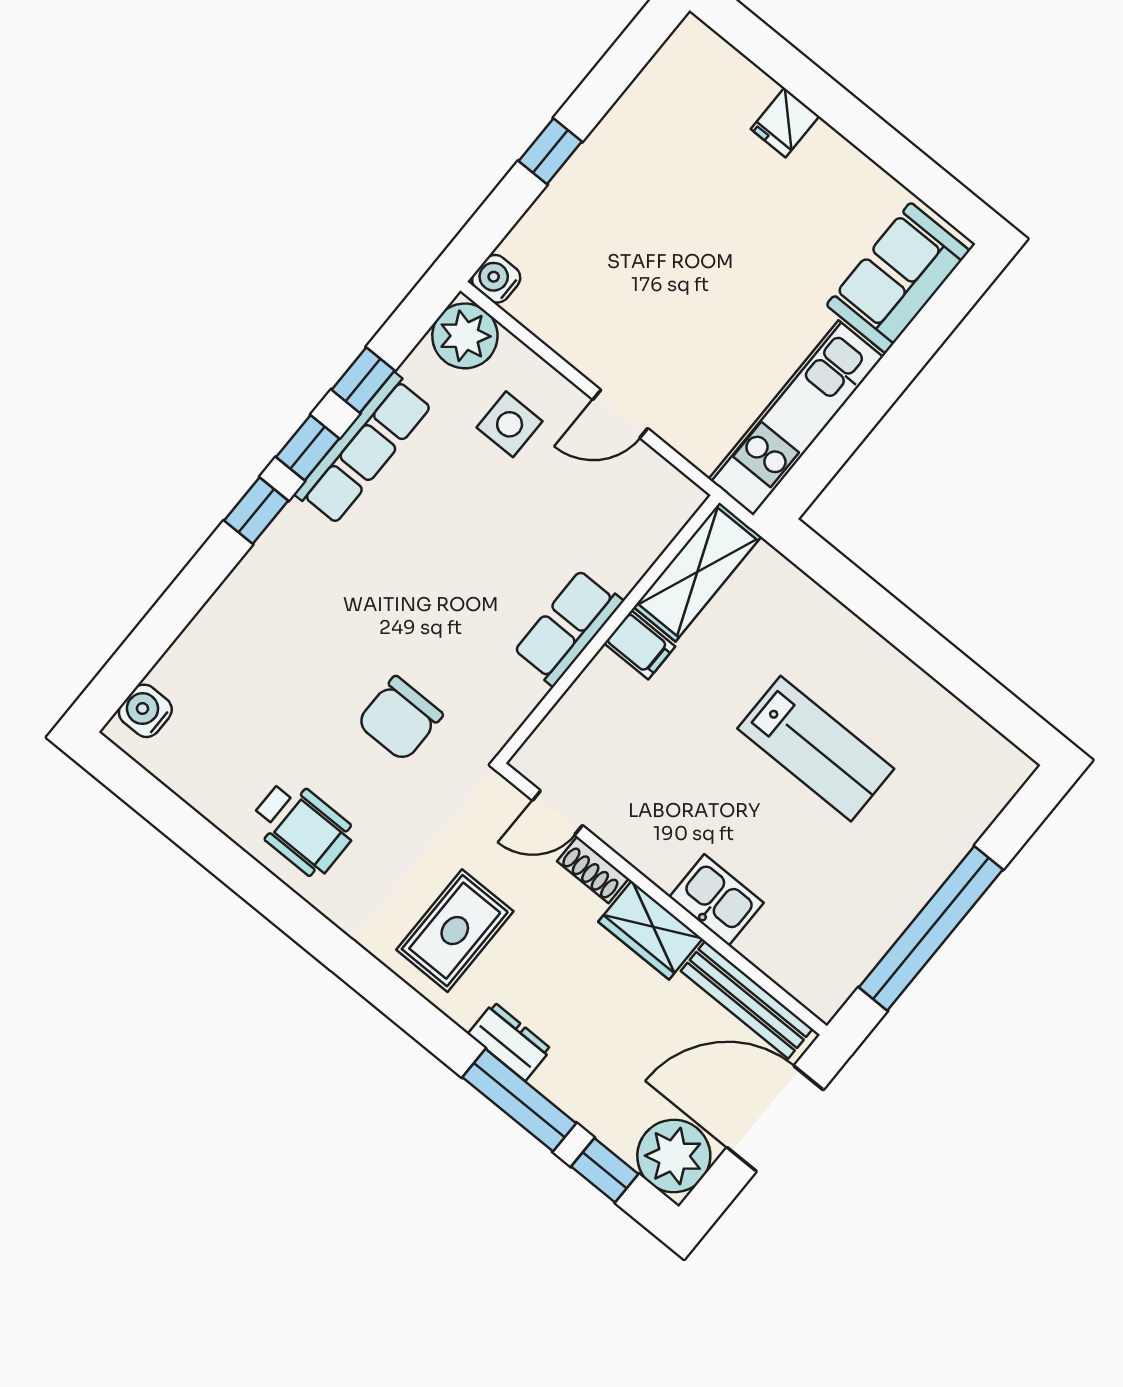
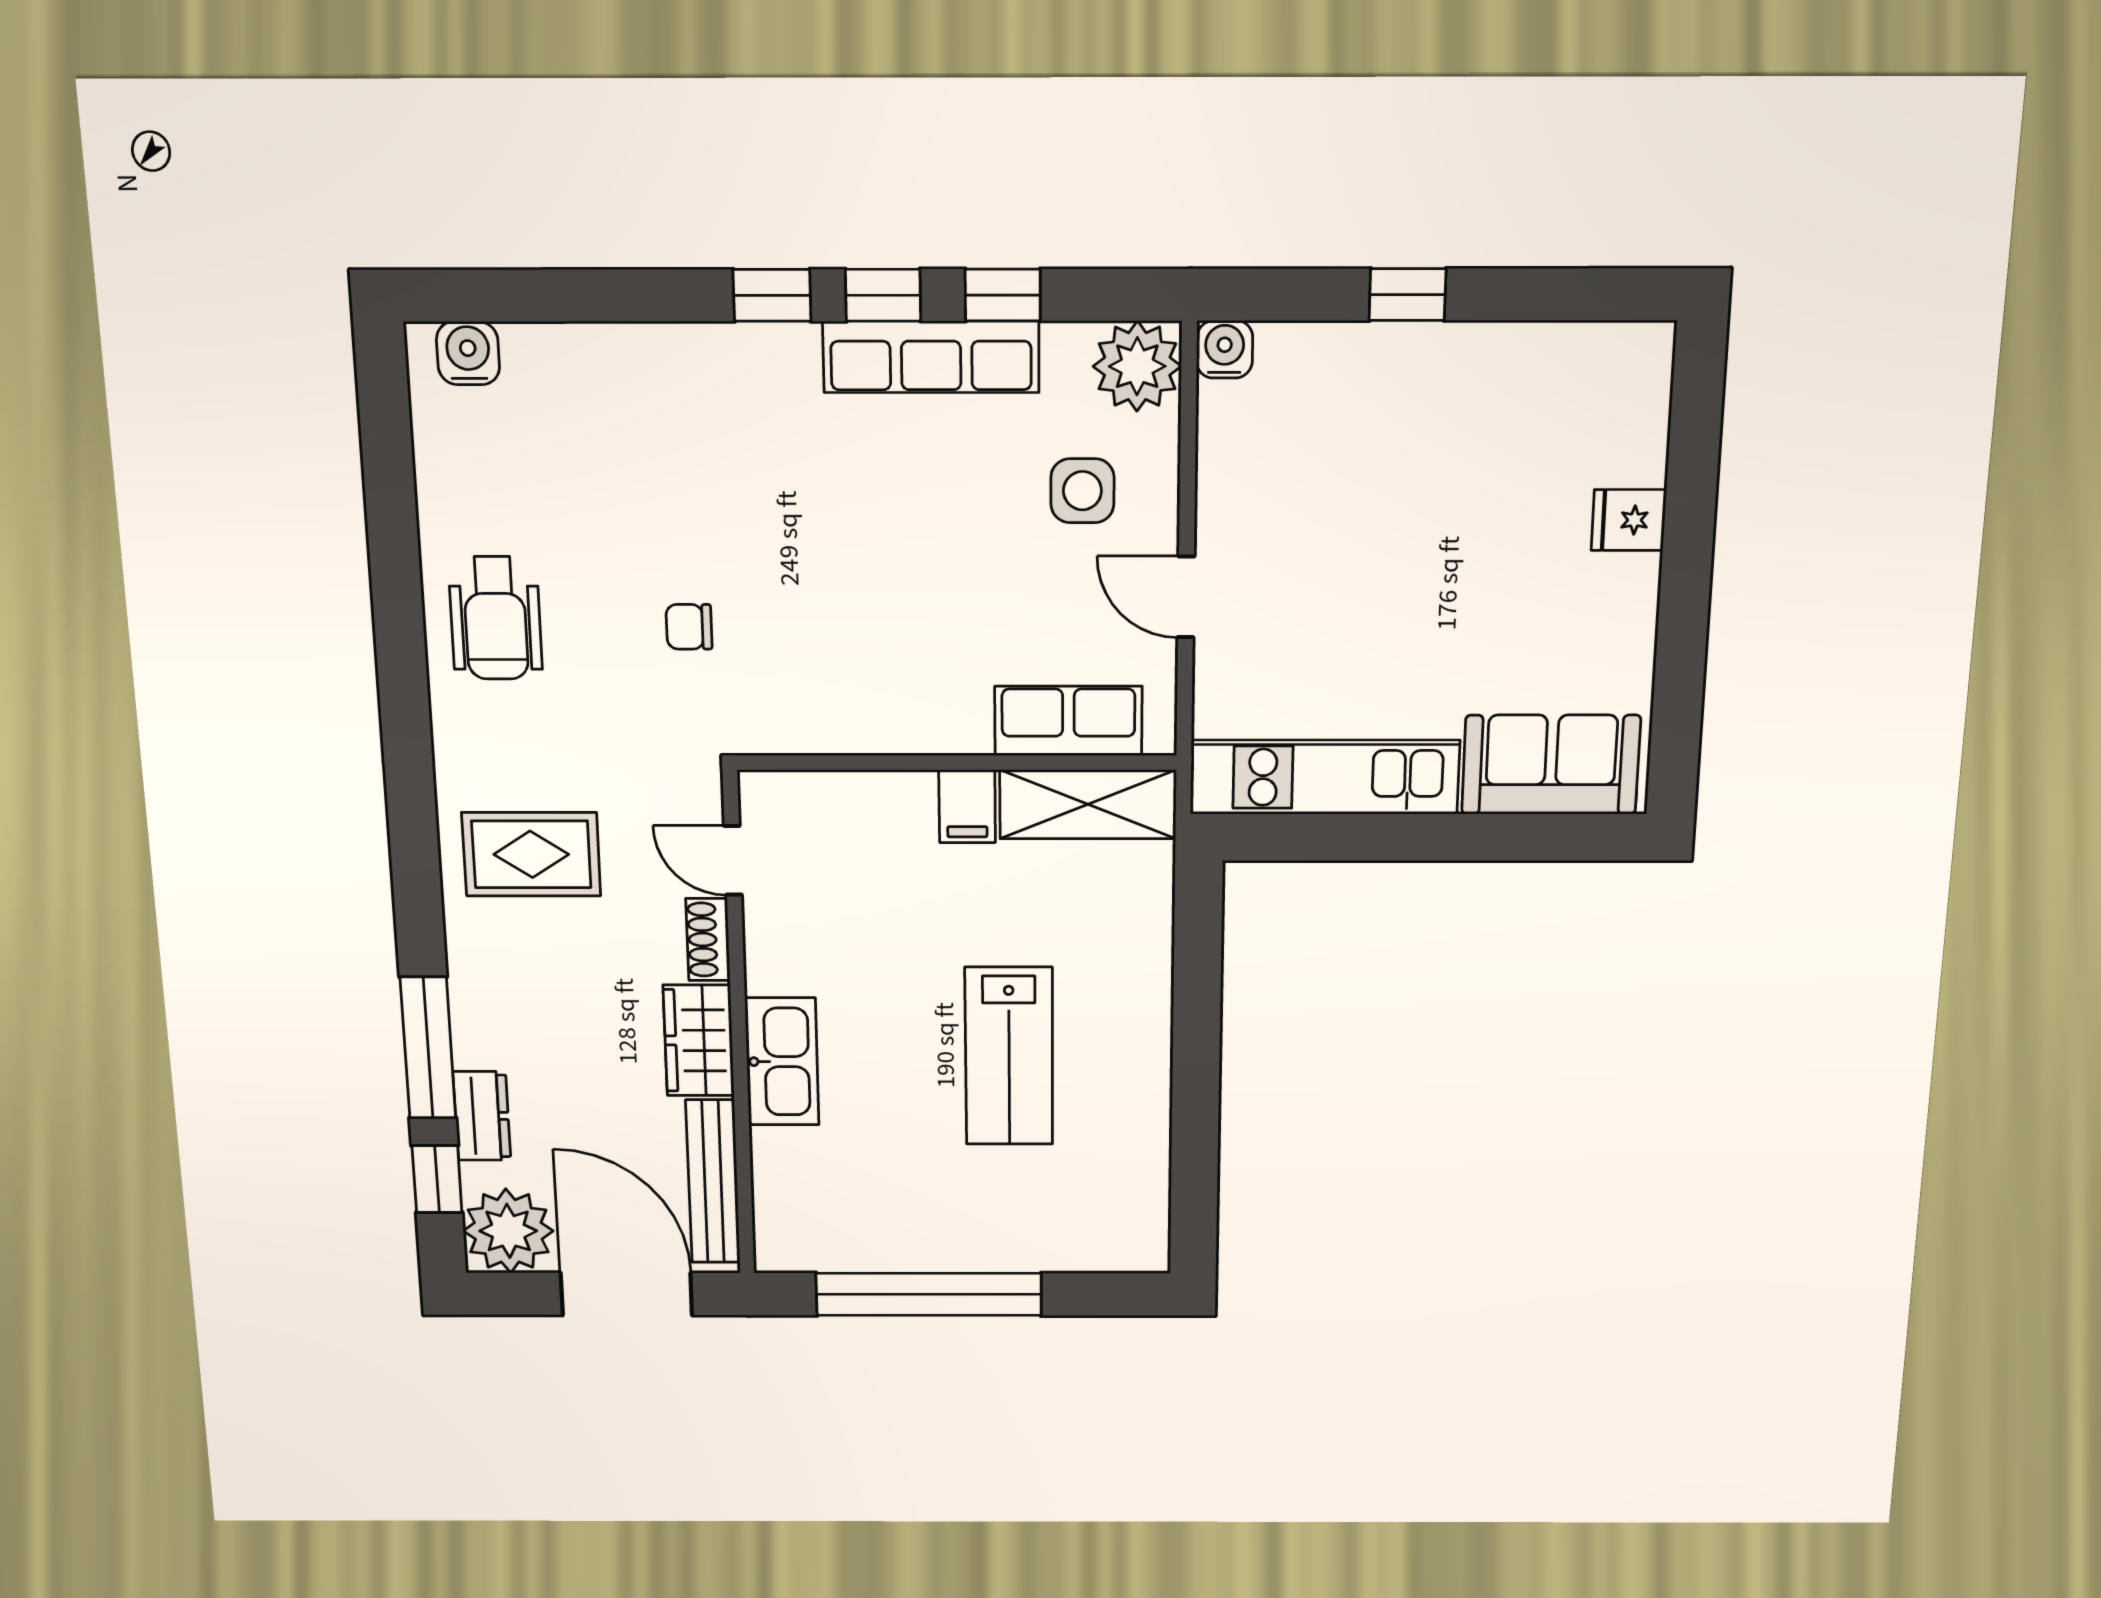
row of seats: (568, 627) -> (1068, 721), moved
chair: (400, 719) -> (689, 627), width x0.54, depth x0.54
kitchen sink: (716, 900) -> (782, 1062), width x1.38
dresser: (510, 1041) -> (482, 1116), moved

